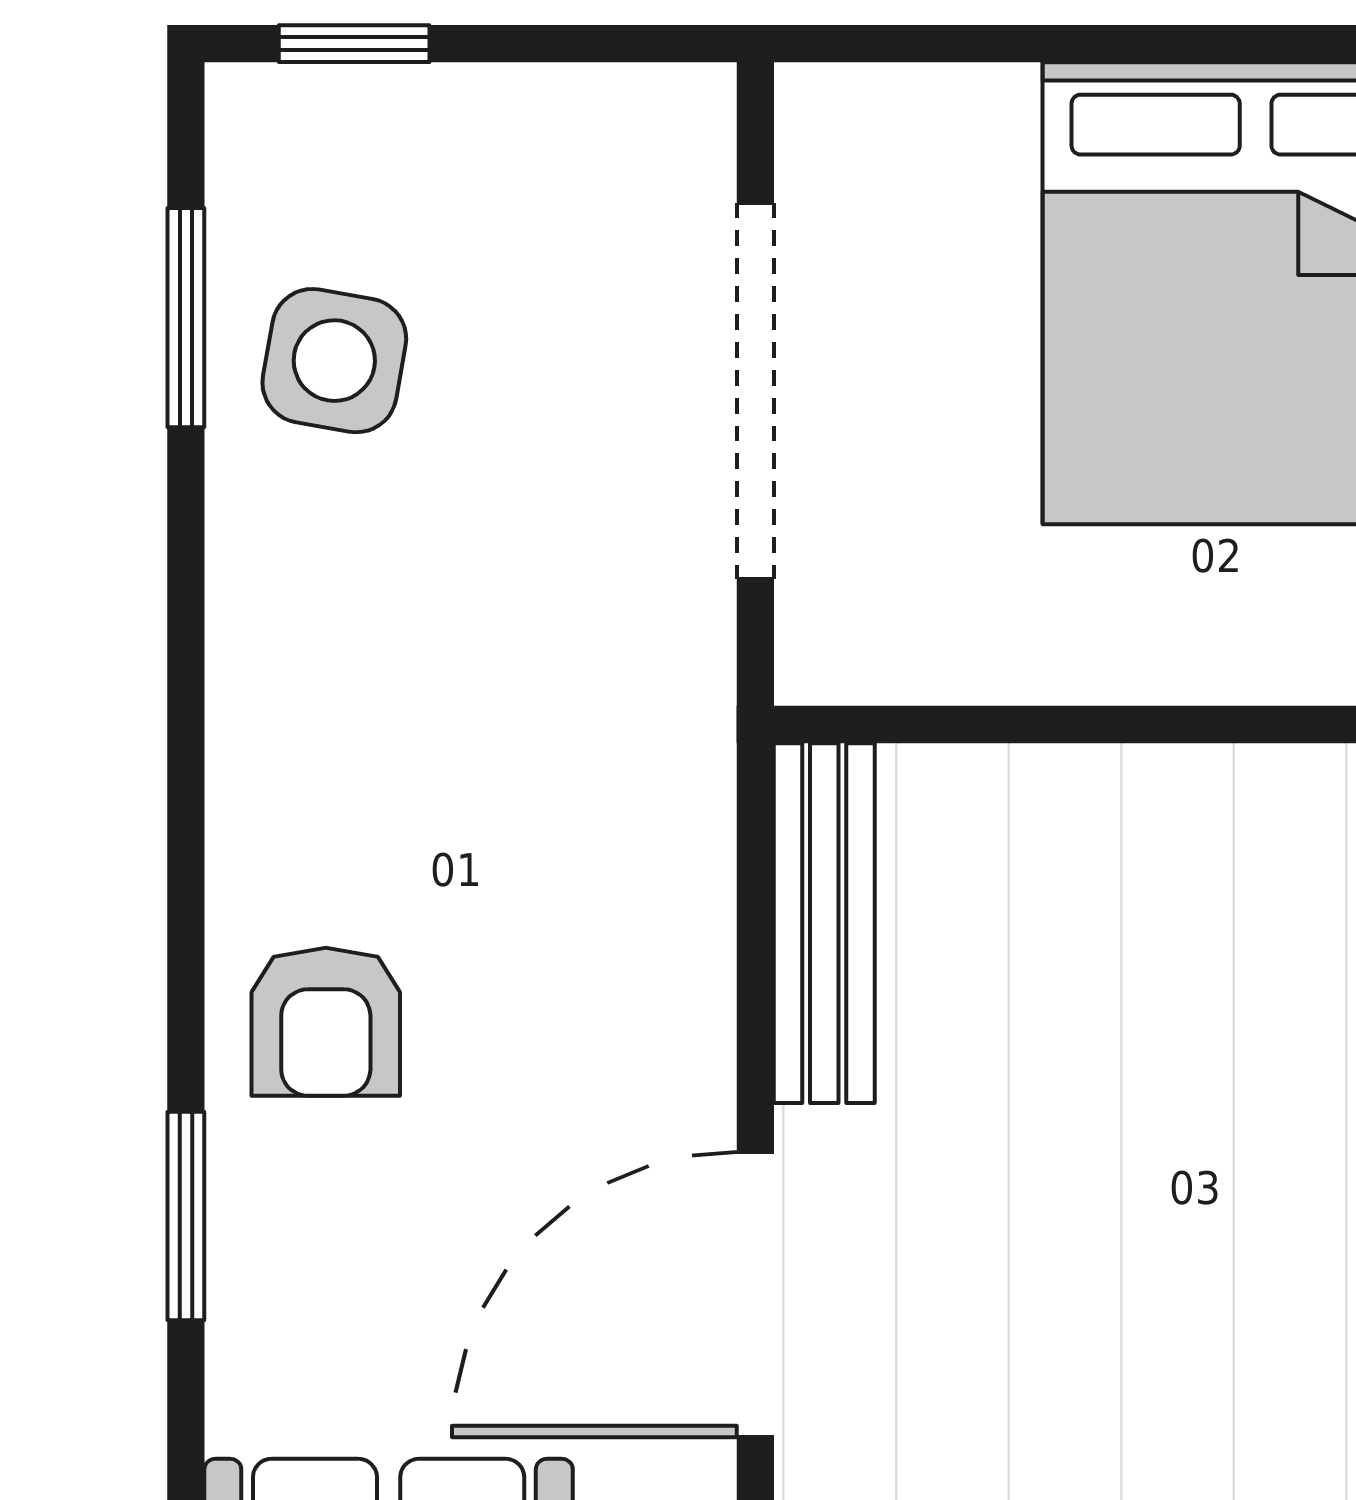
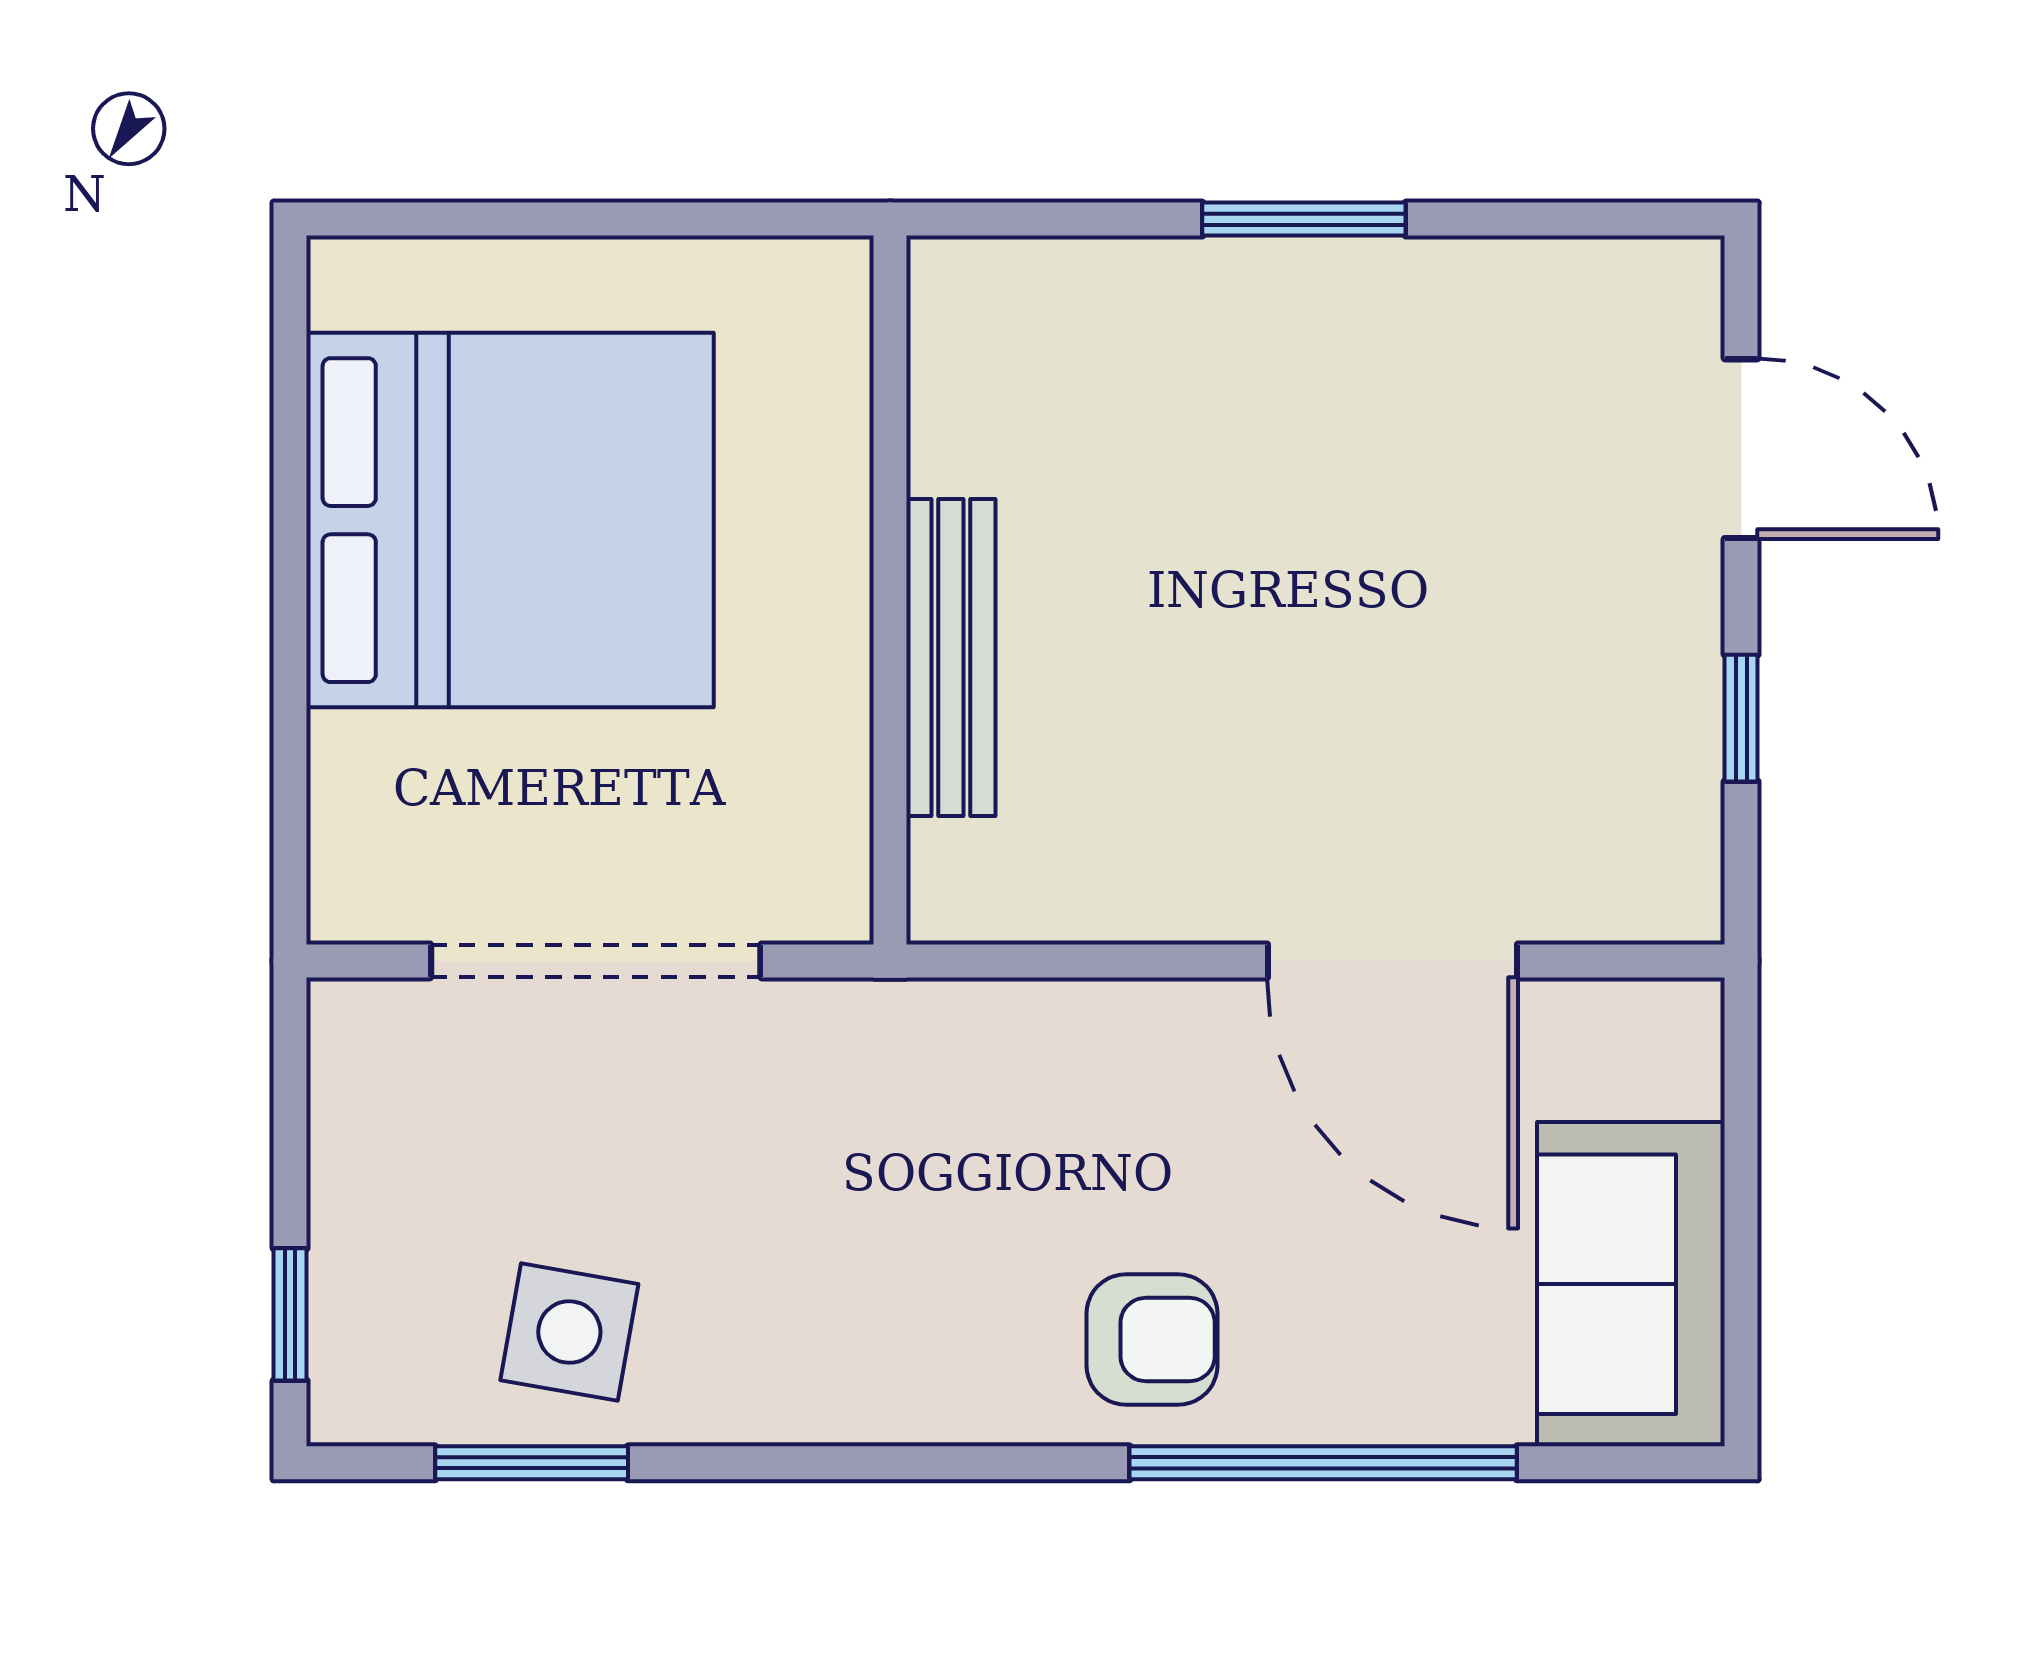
bench: (824, 923) -> (951, 658), moved, turned 90
window: (186, 1216) -> (1323, 1463), width x2.11

